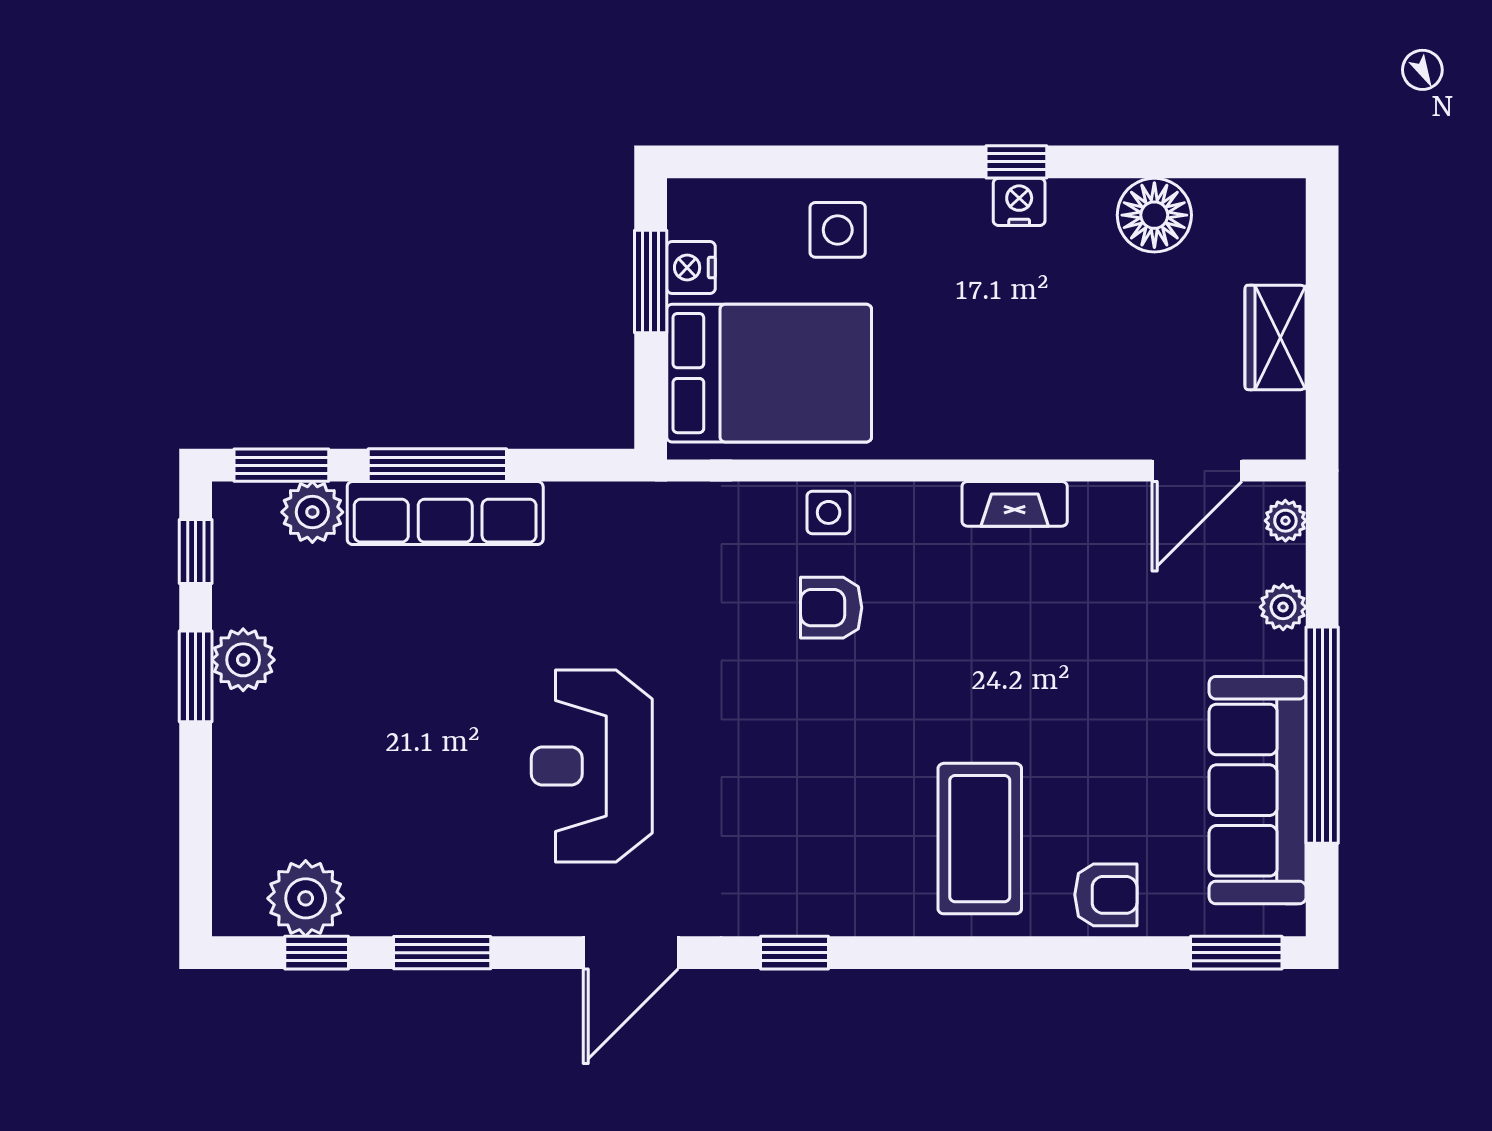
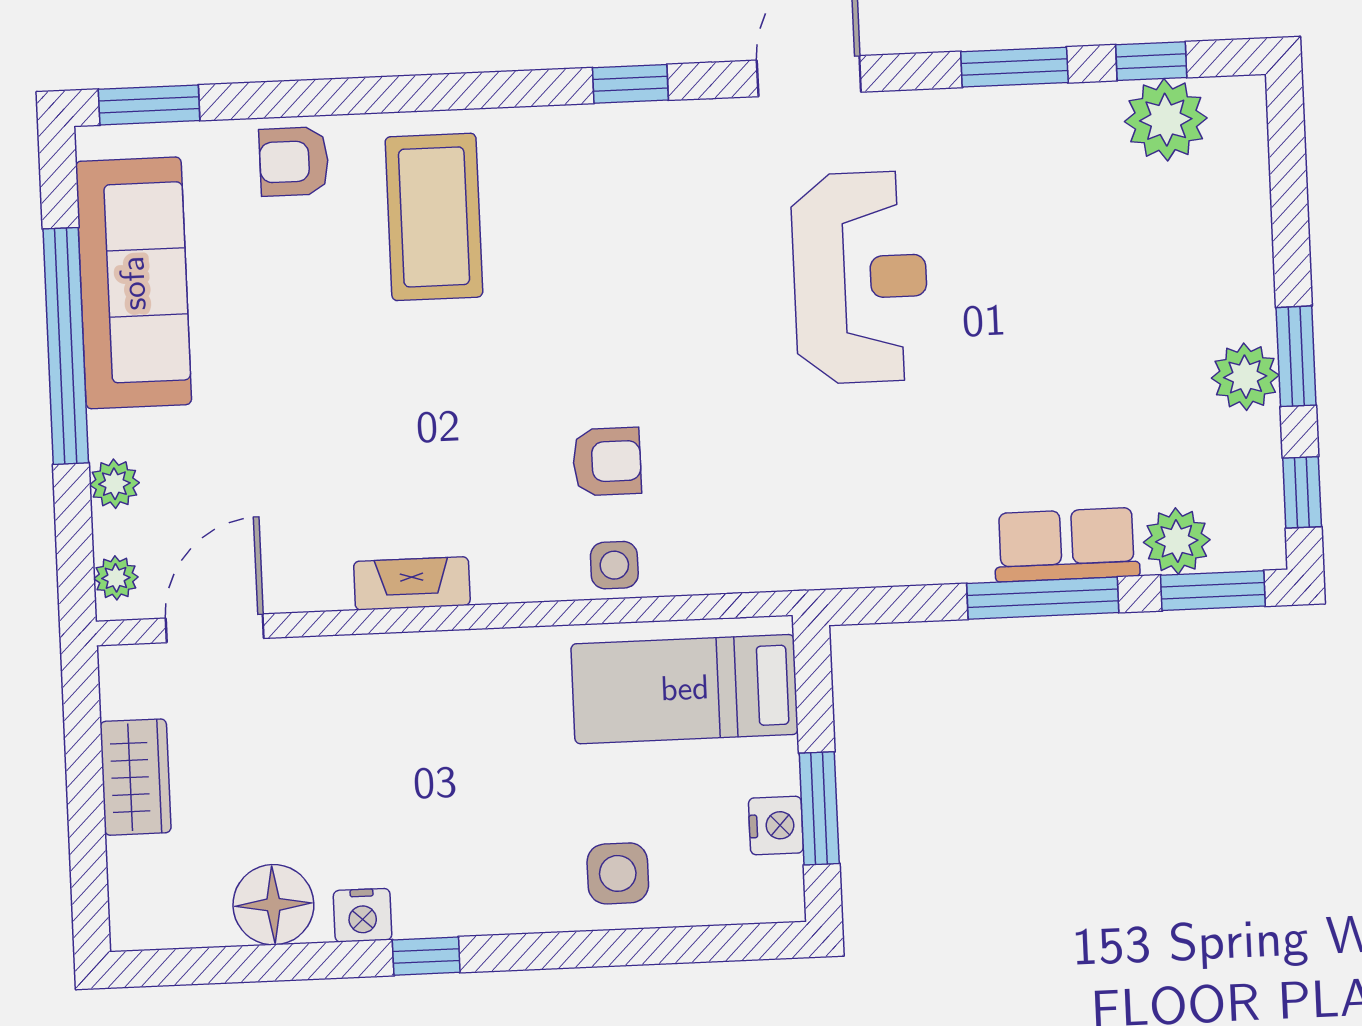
nightstand: (1019, 202) -> (363, 915), moved
bed: (769, 373) -> (685, 689), width x0.67
row of seats: (445, 513) -> (1067, 545), width x0.68

